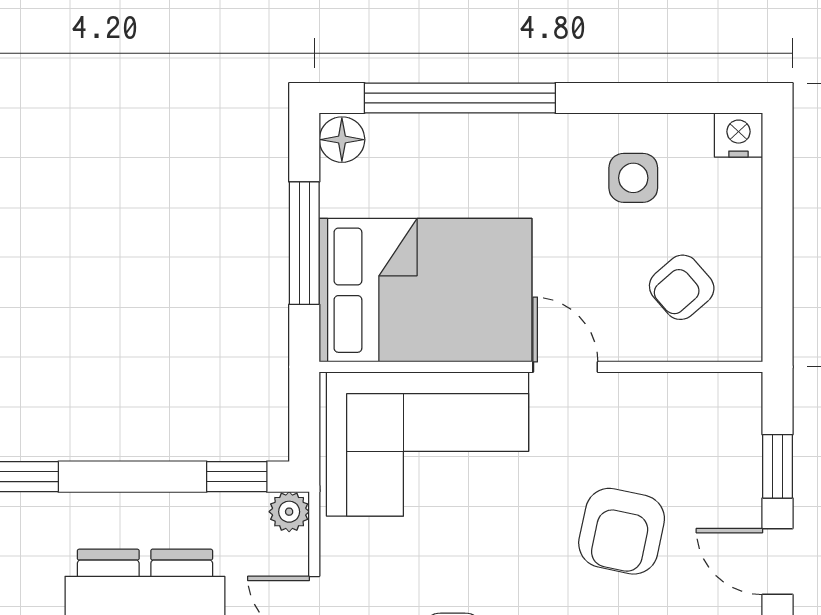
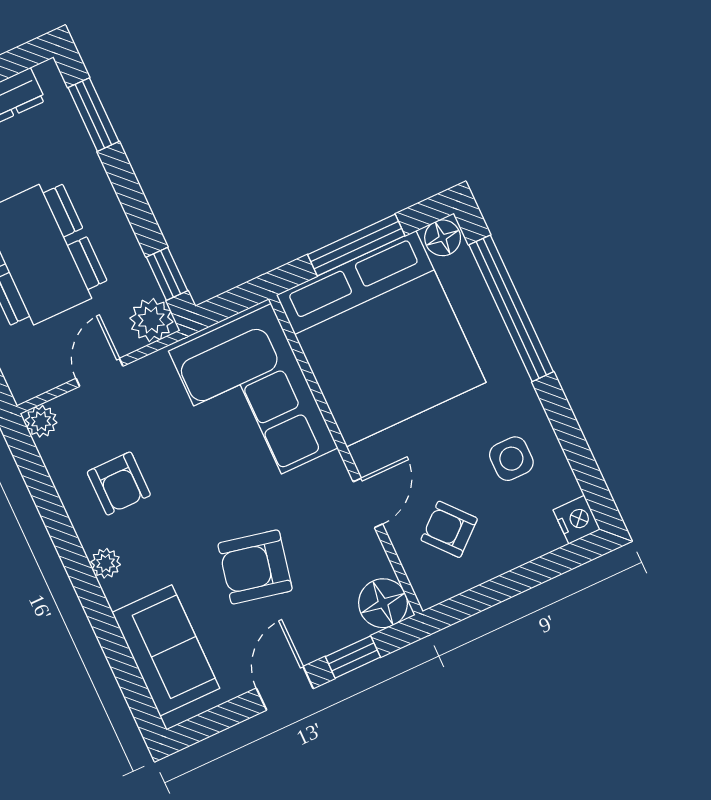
bed: (426, 290) -> (381, 339), width x1.36
door: (565, 367) -> (368, 503), moved
floor lamp: (732, 403) -> (383, 603), added
plant: (289, 512) -> (151, 320), width x1.38, depth x1.38

